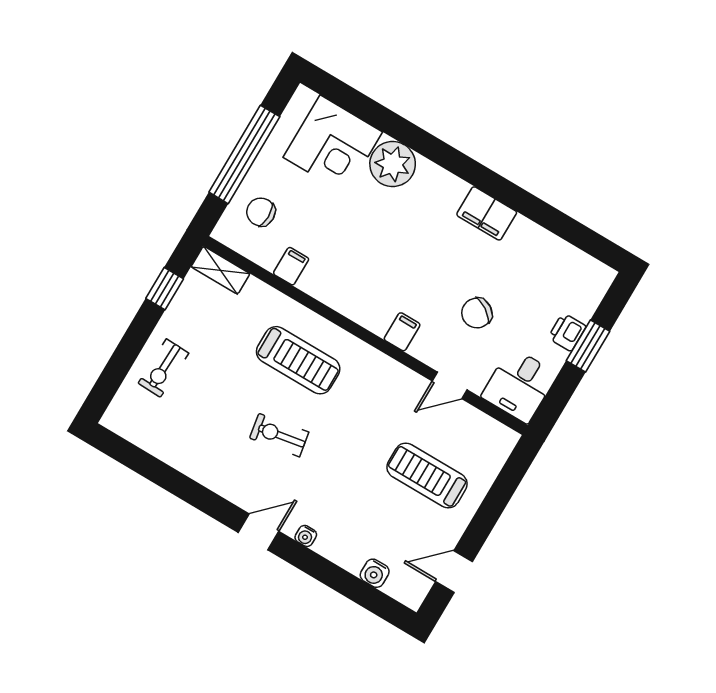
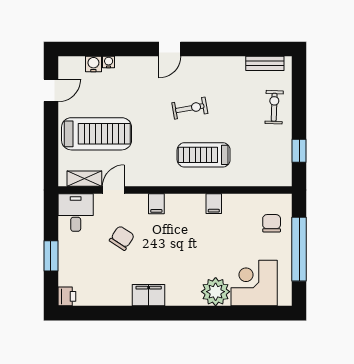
chair: (261, 212) -> (272, 223), turned -90
filing cabinet: (291, 266) -> (214, 204), moved
shelving: (220, 270) -> (84, 179), moved
printer: (567, 332) -> (67, 296), moved
bench: (141, 435) -> (265, 63), added
treadmill: (427, 476) -> (97, 134), width x1.37, depth x1.38
water cooler: (306, 536) -> (109, 62), moved

